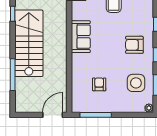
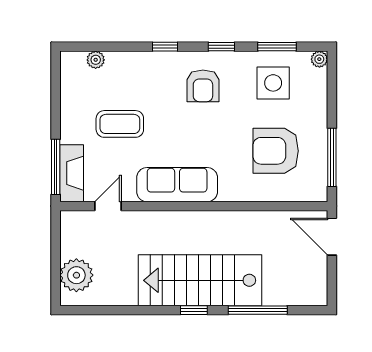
window: (13, 14) -> (194, 310), moved
sofa: (81, 37) -> (177, 185), width x1.36
armchair: (99, 84) -> (276, 151), width x1.88, depth x1.88

